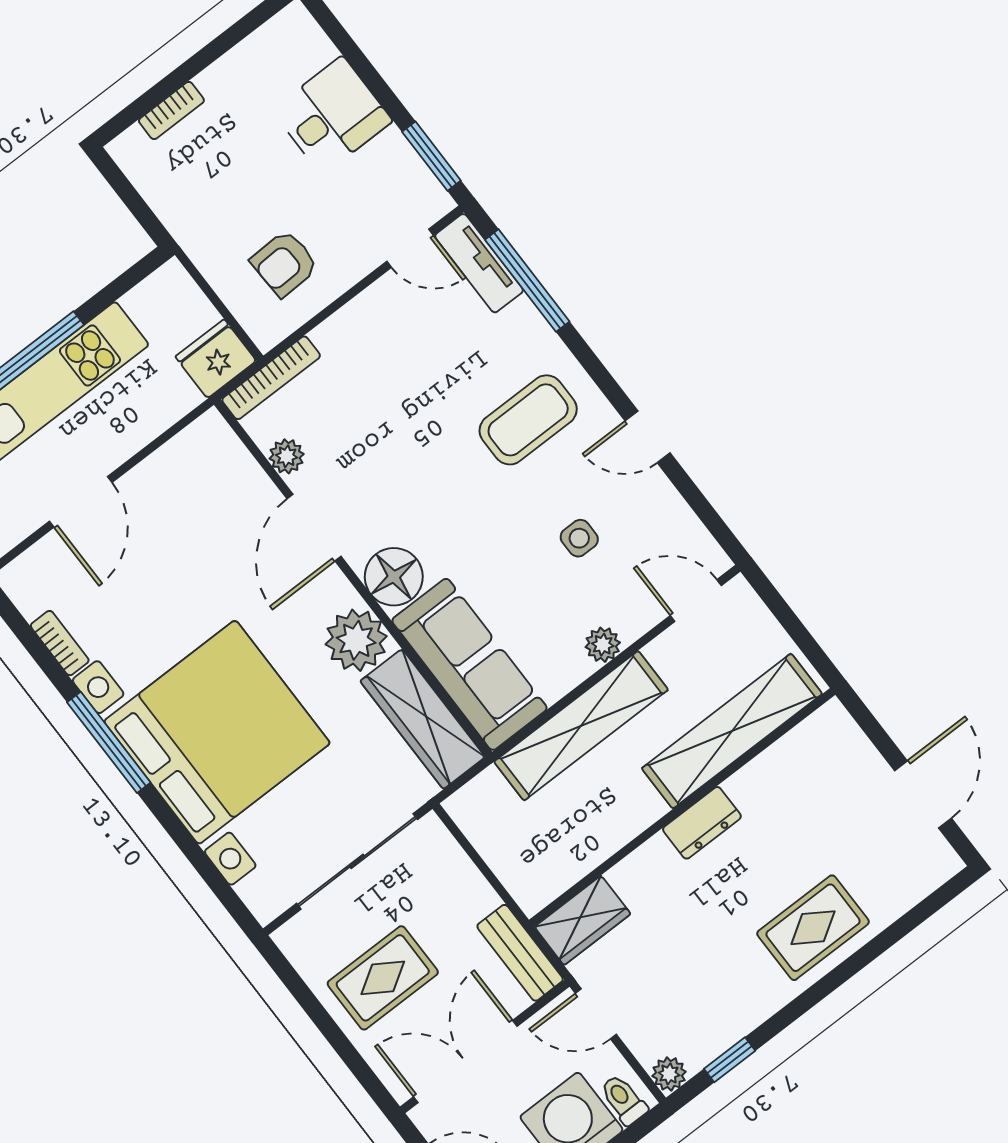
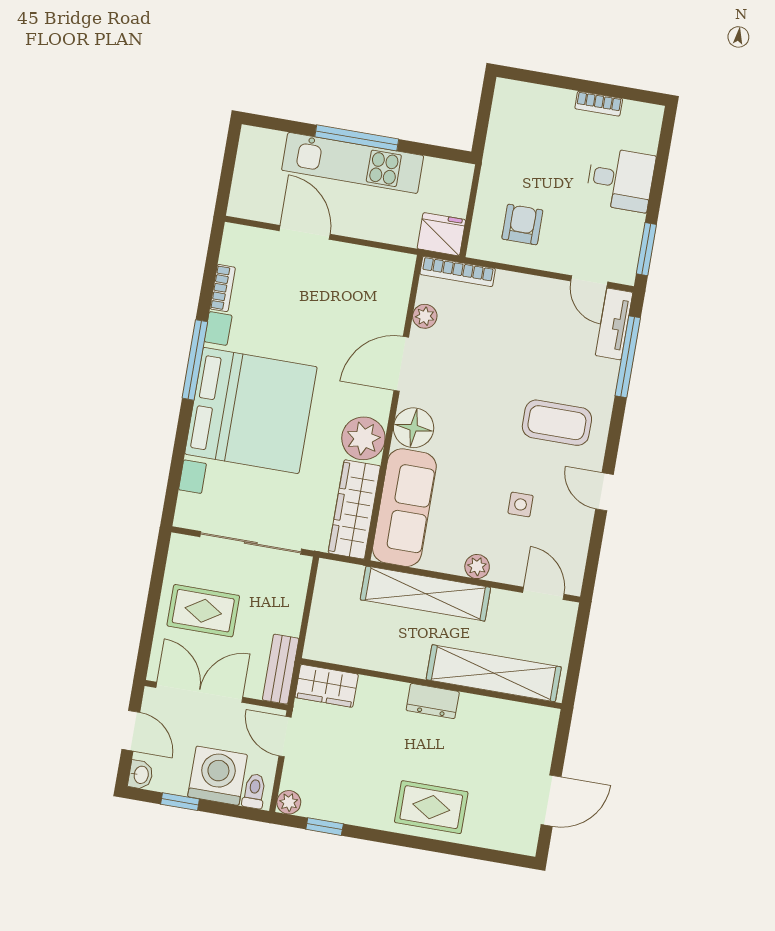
bookcase: (171, 111) -> (599, 104), moved
armchair: (284, 263) -> (522, 225), turned 92
door: (81, 502) -> (305, 232), swing flipped

